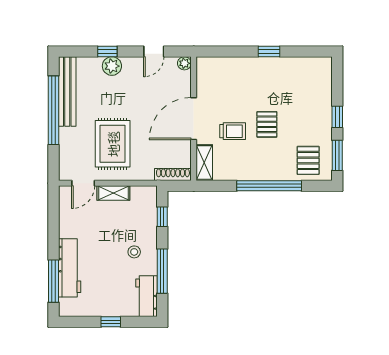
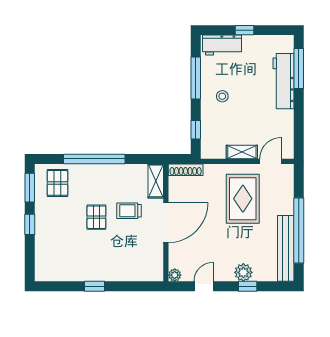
workbench: (147, 296) -> (222, 45), moved, turned 90

